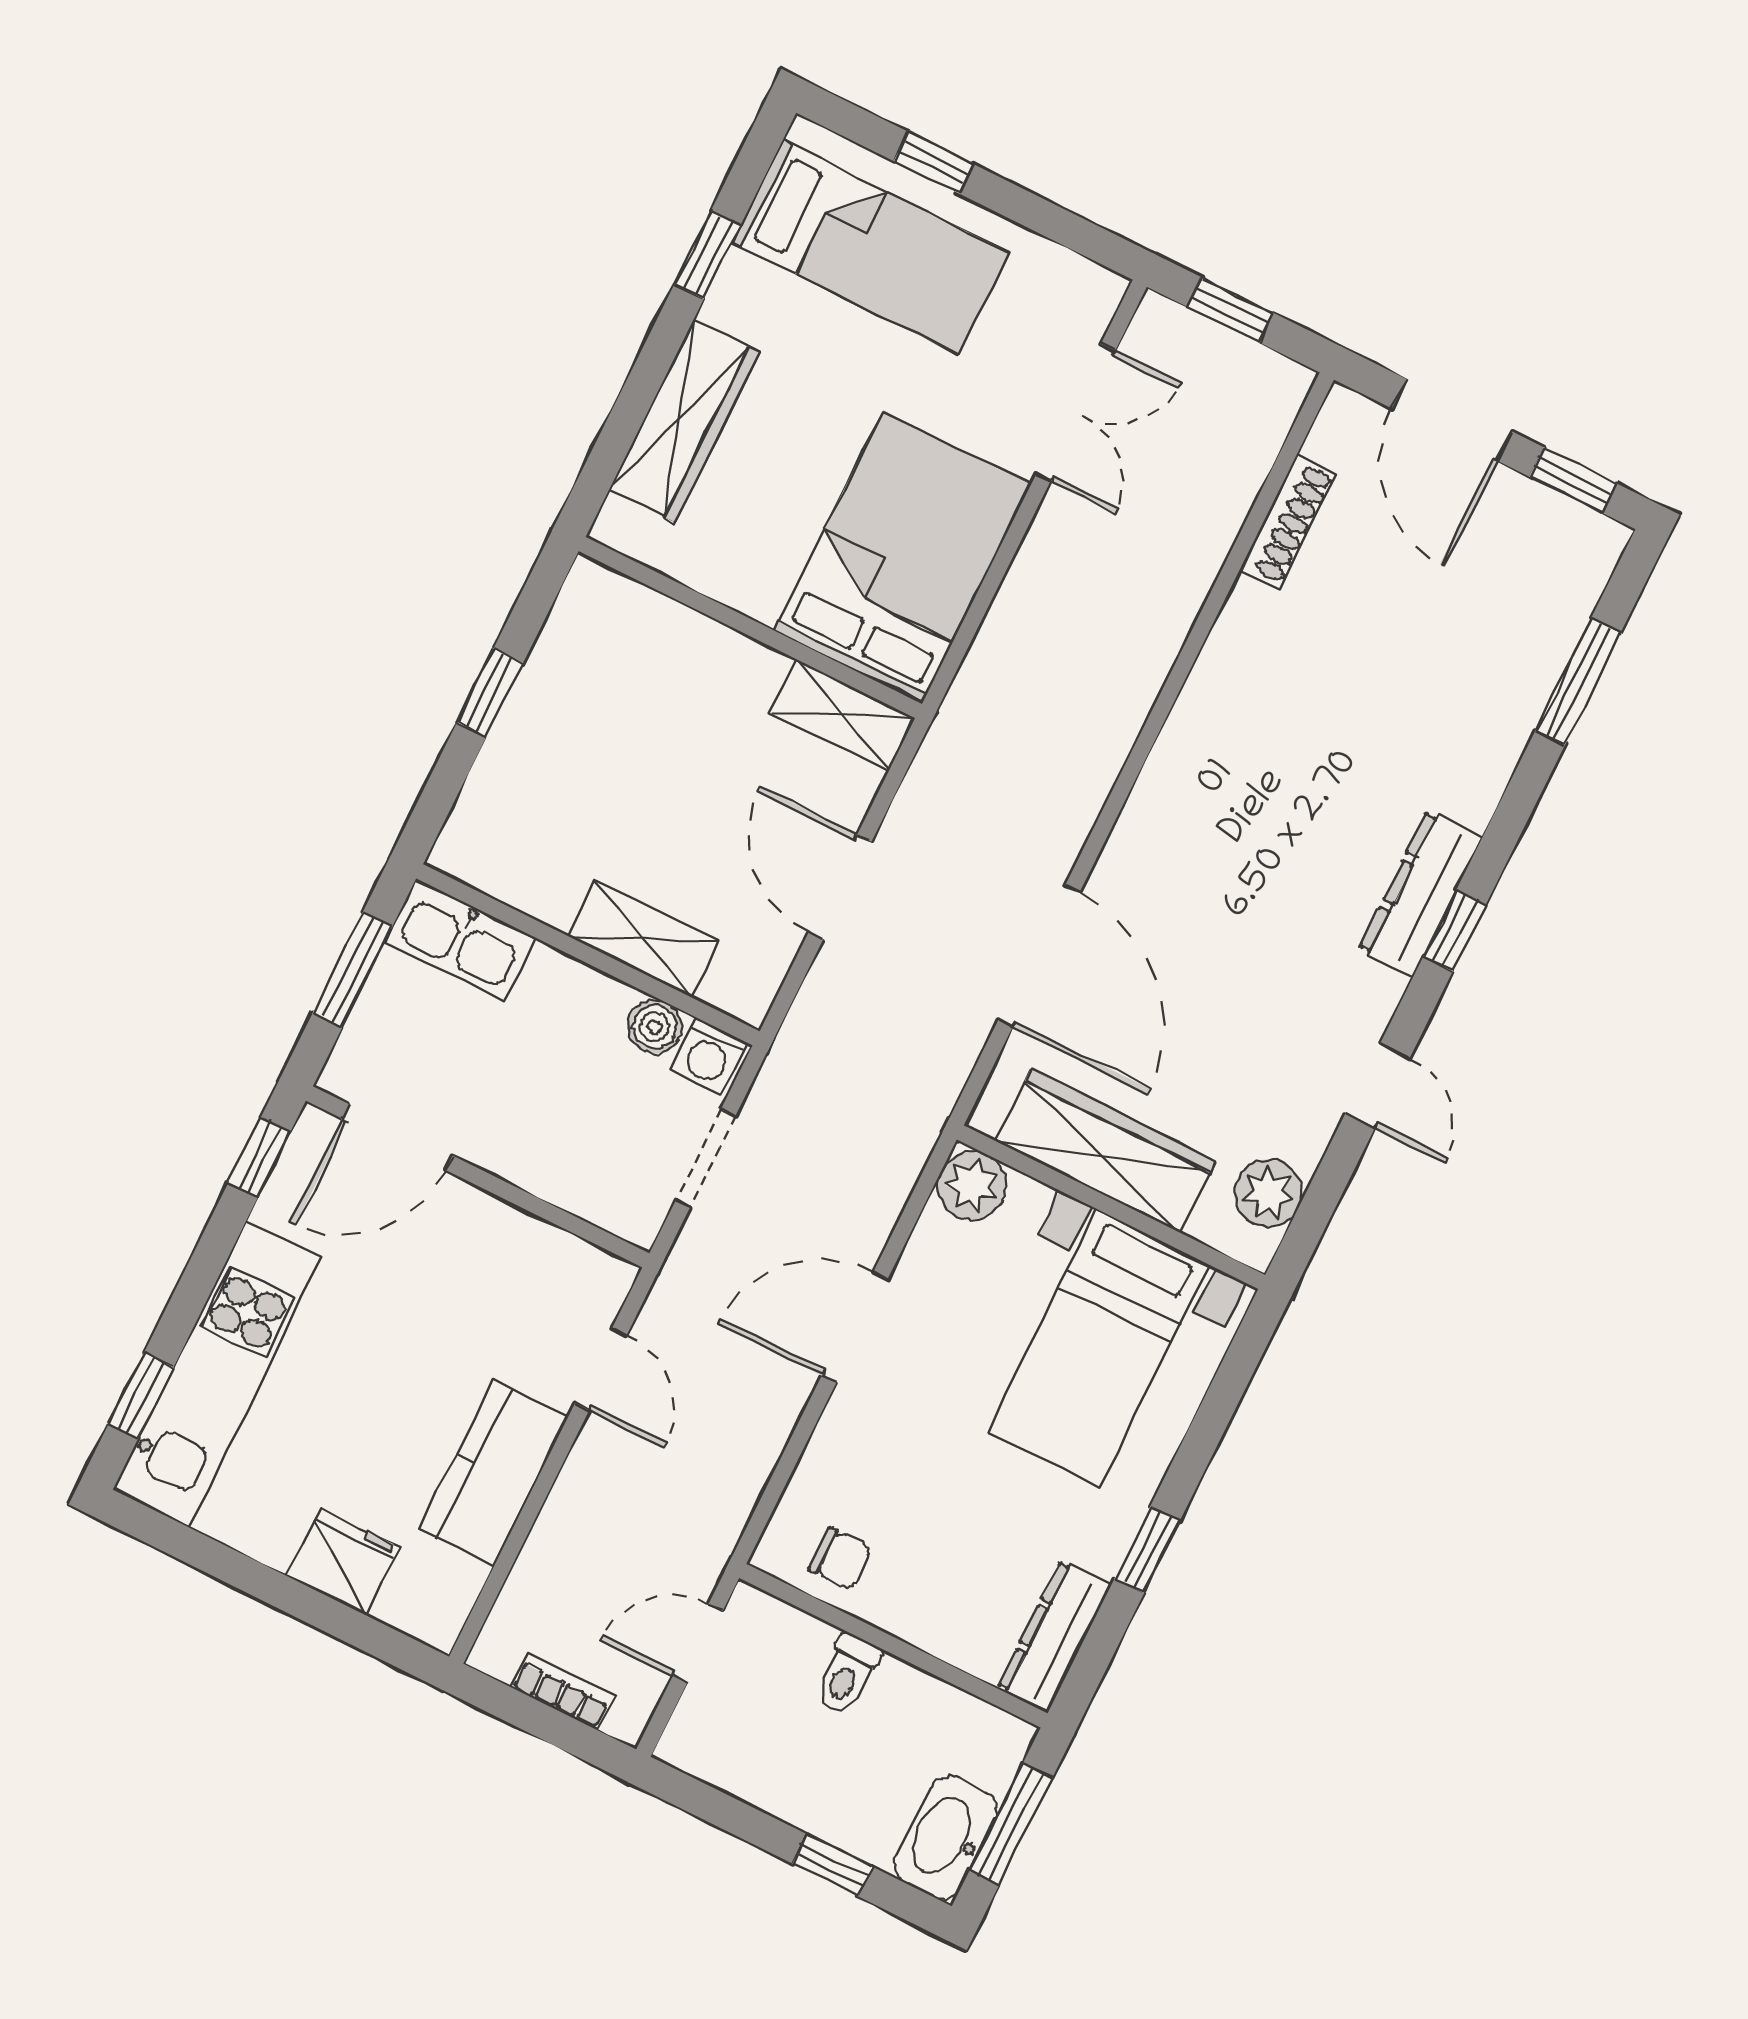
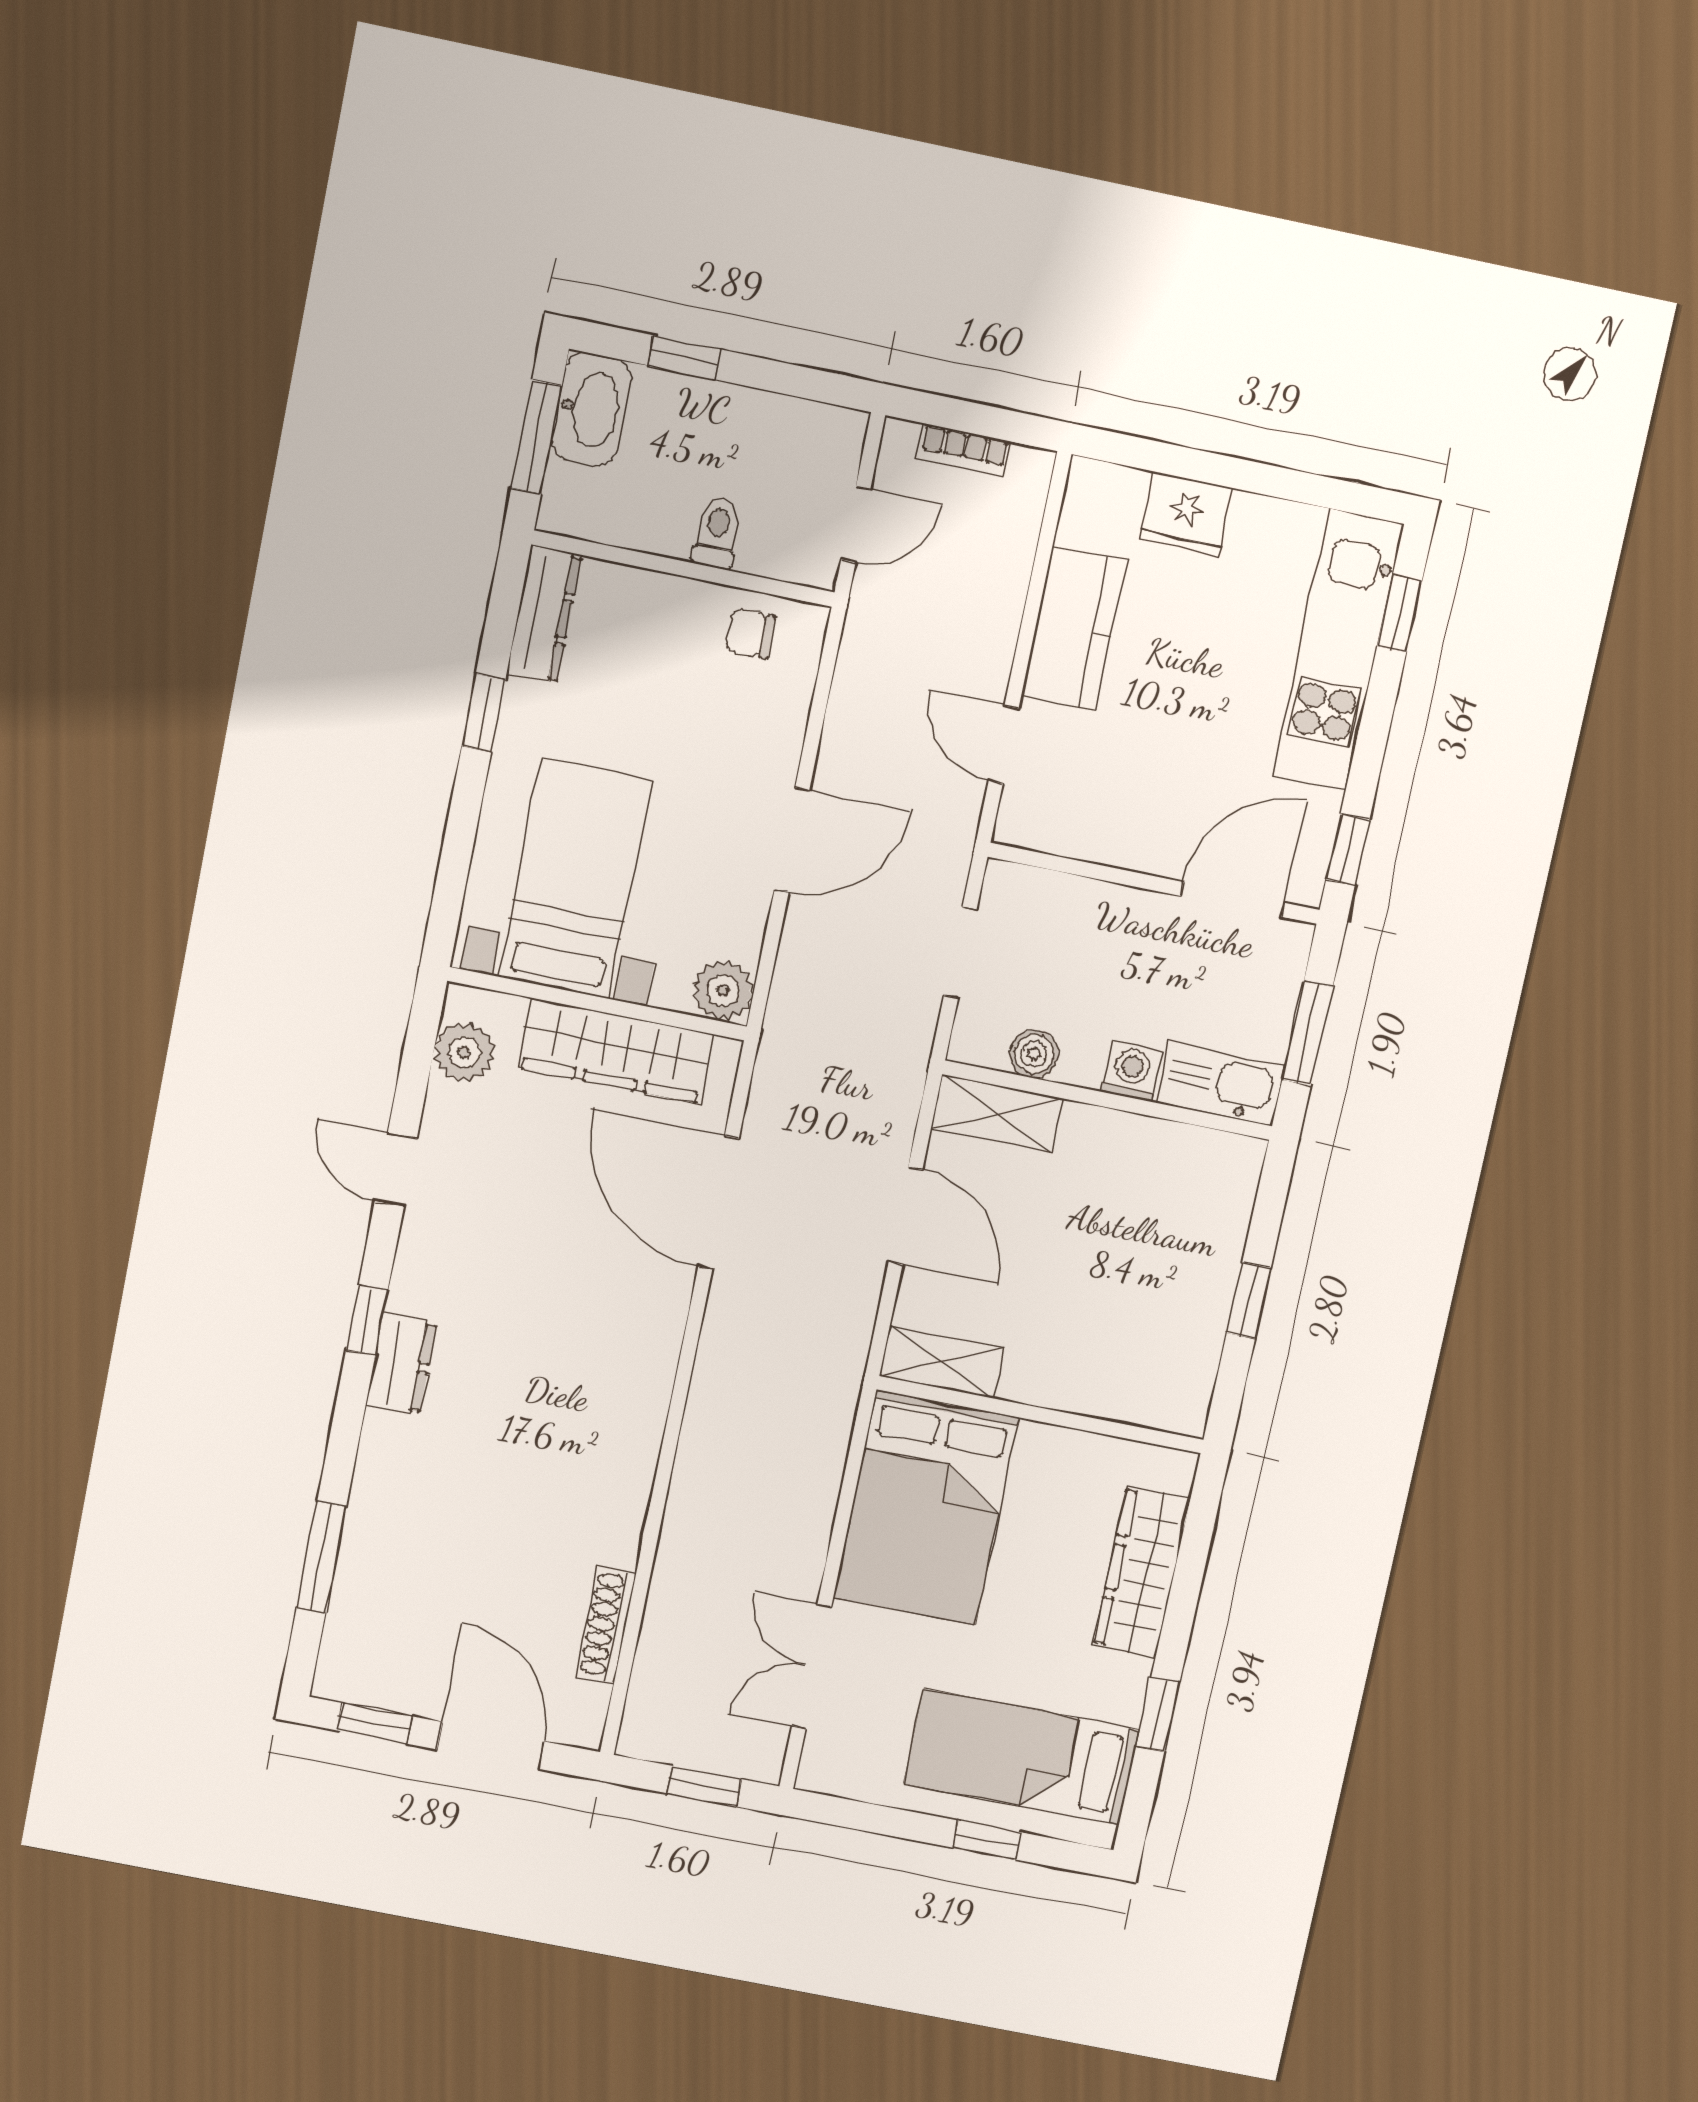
dresser: (1420, 894) -> (401, 1364), width x0.70
shelving: (643, 939) -> (997, 1113), moved
washing machine: (709, 1056) -> (1131, 1072), moved

